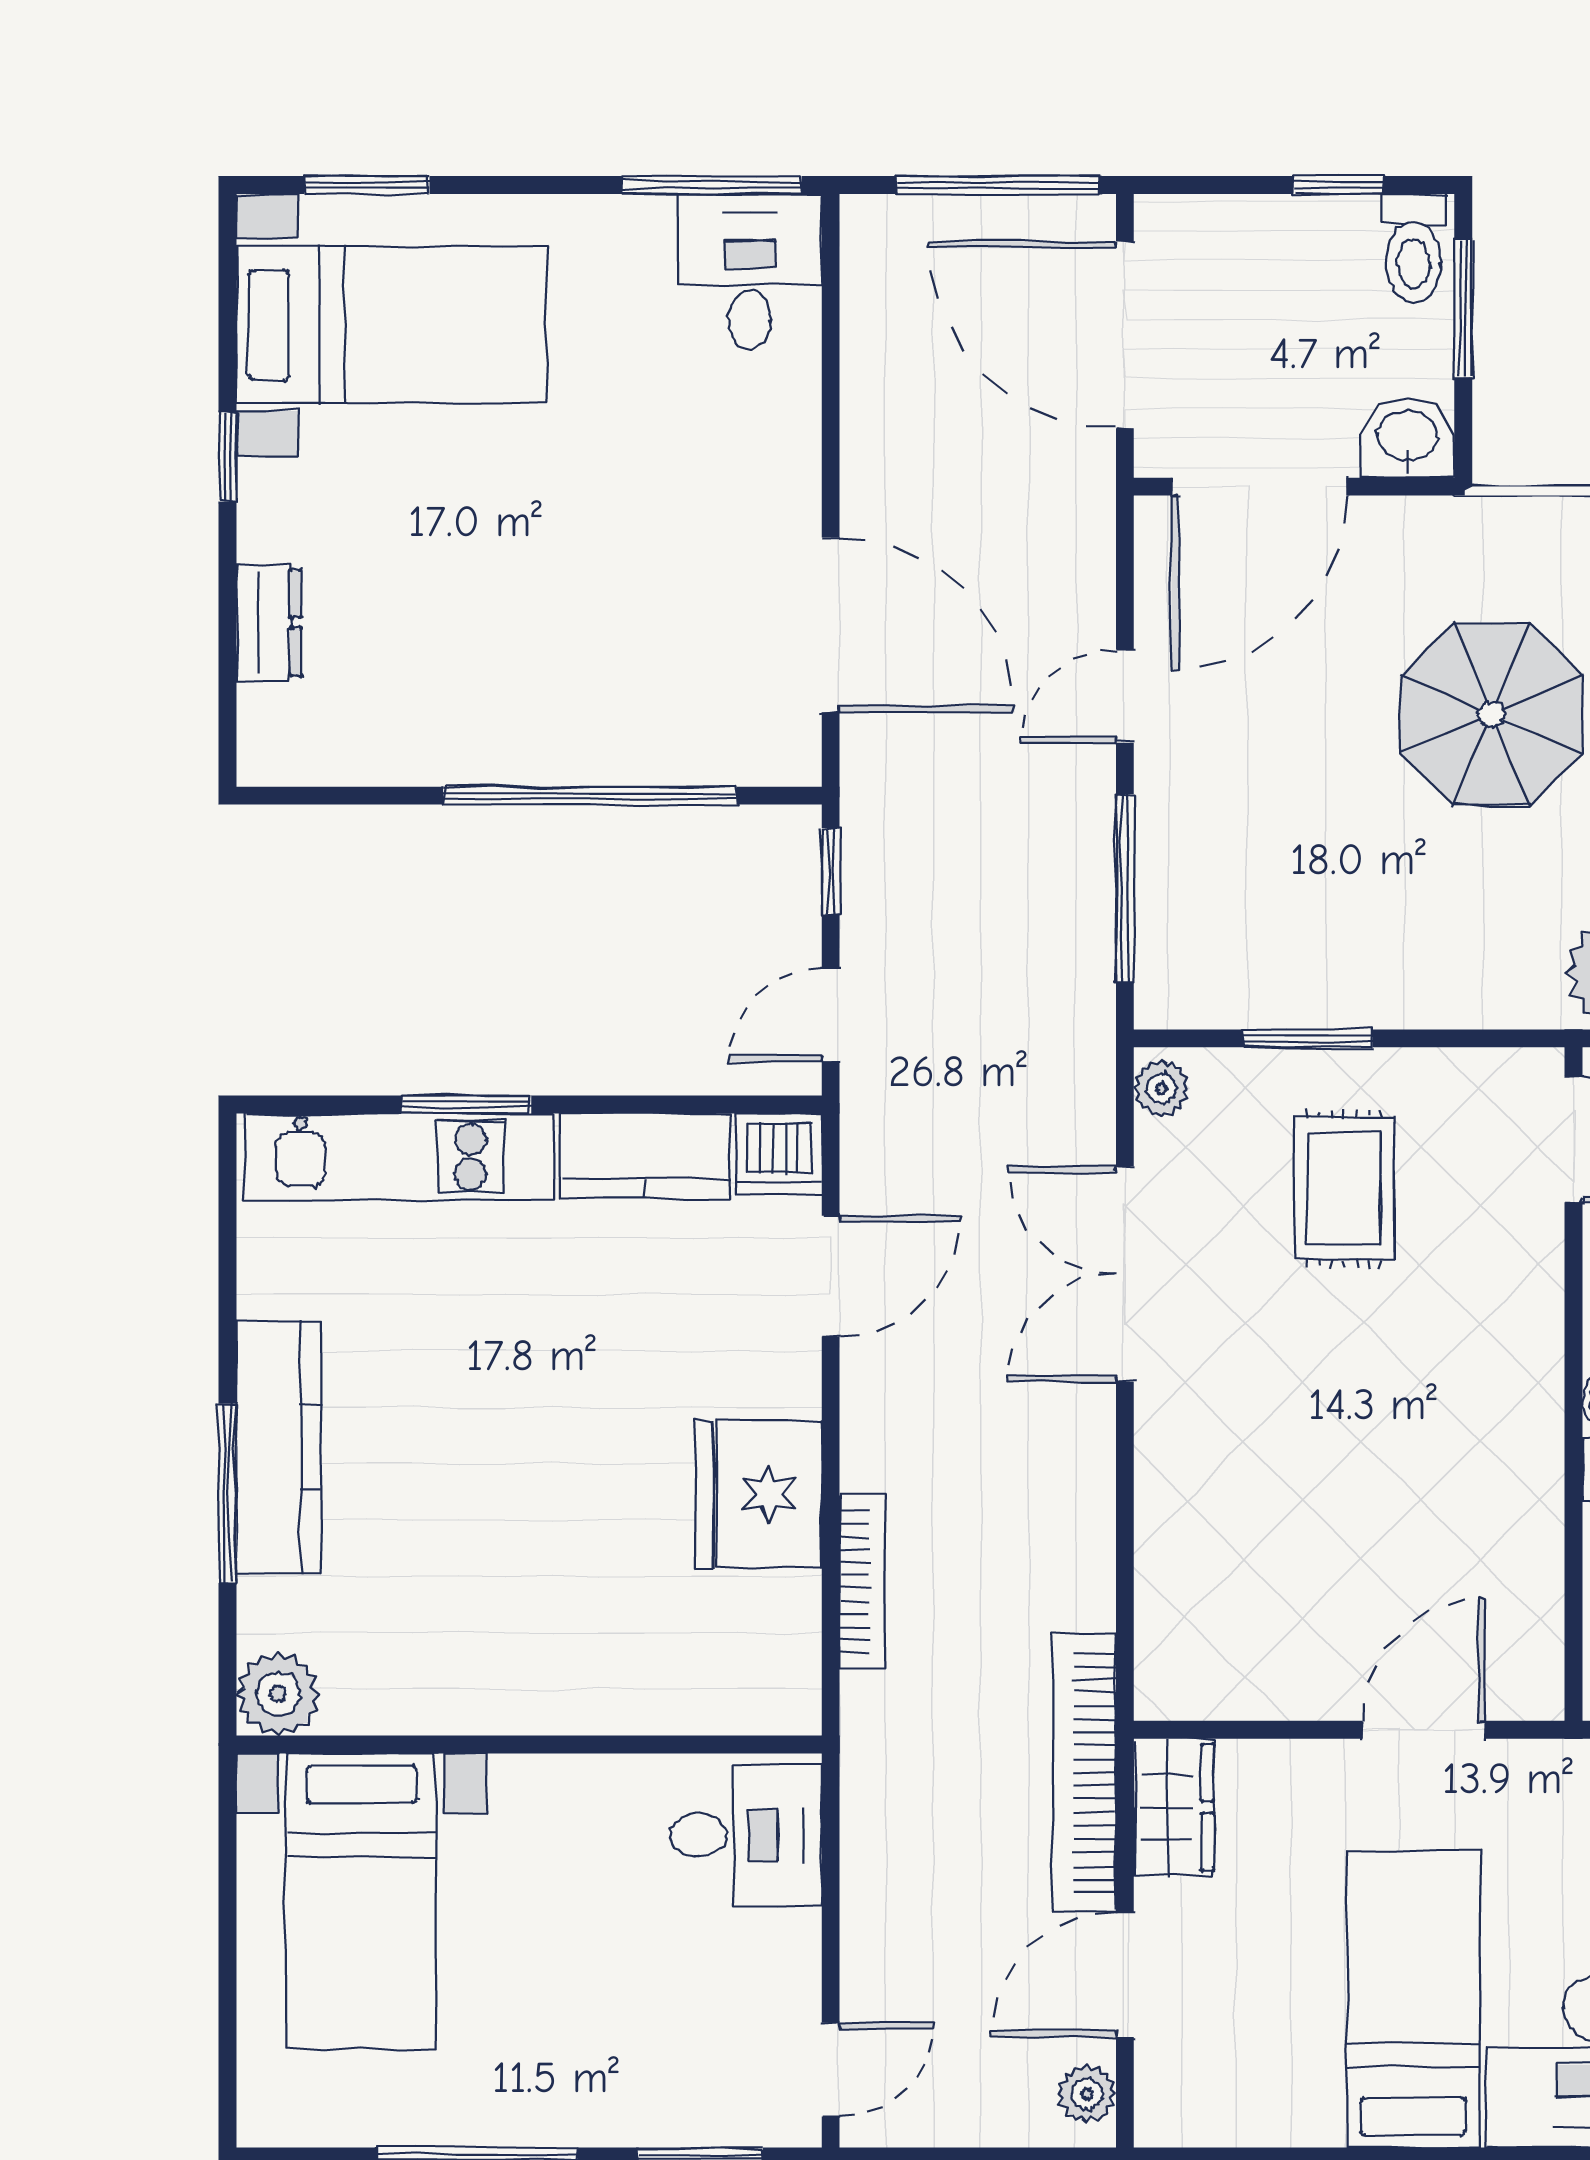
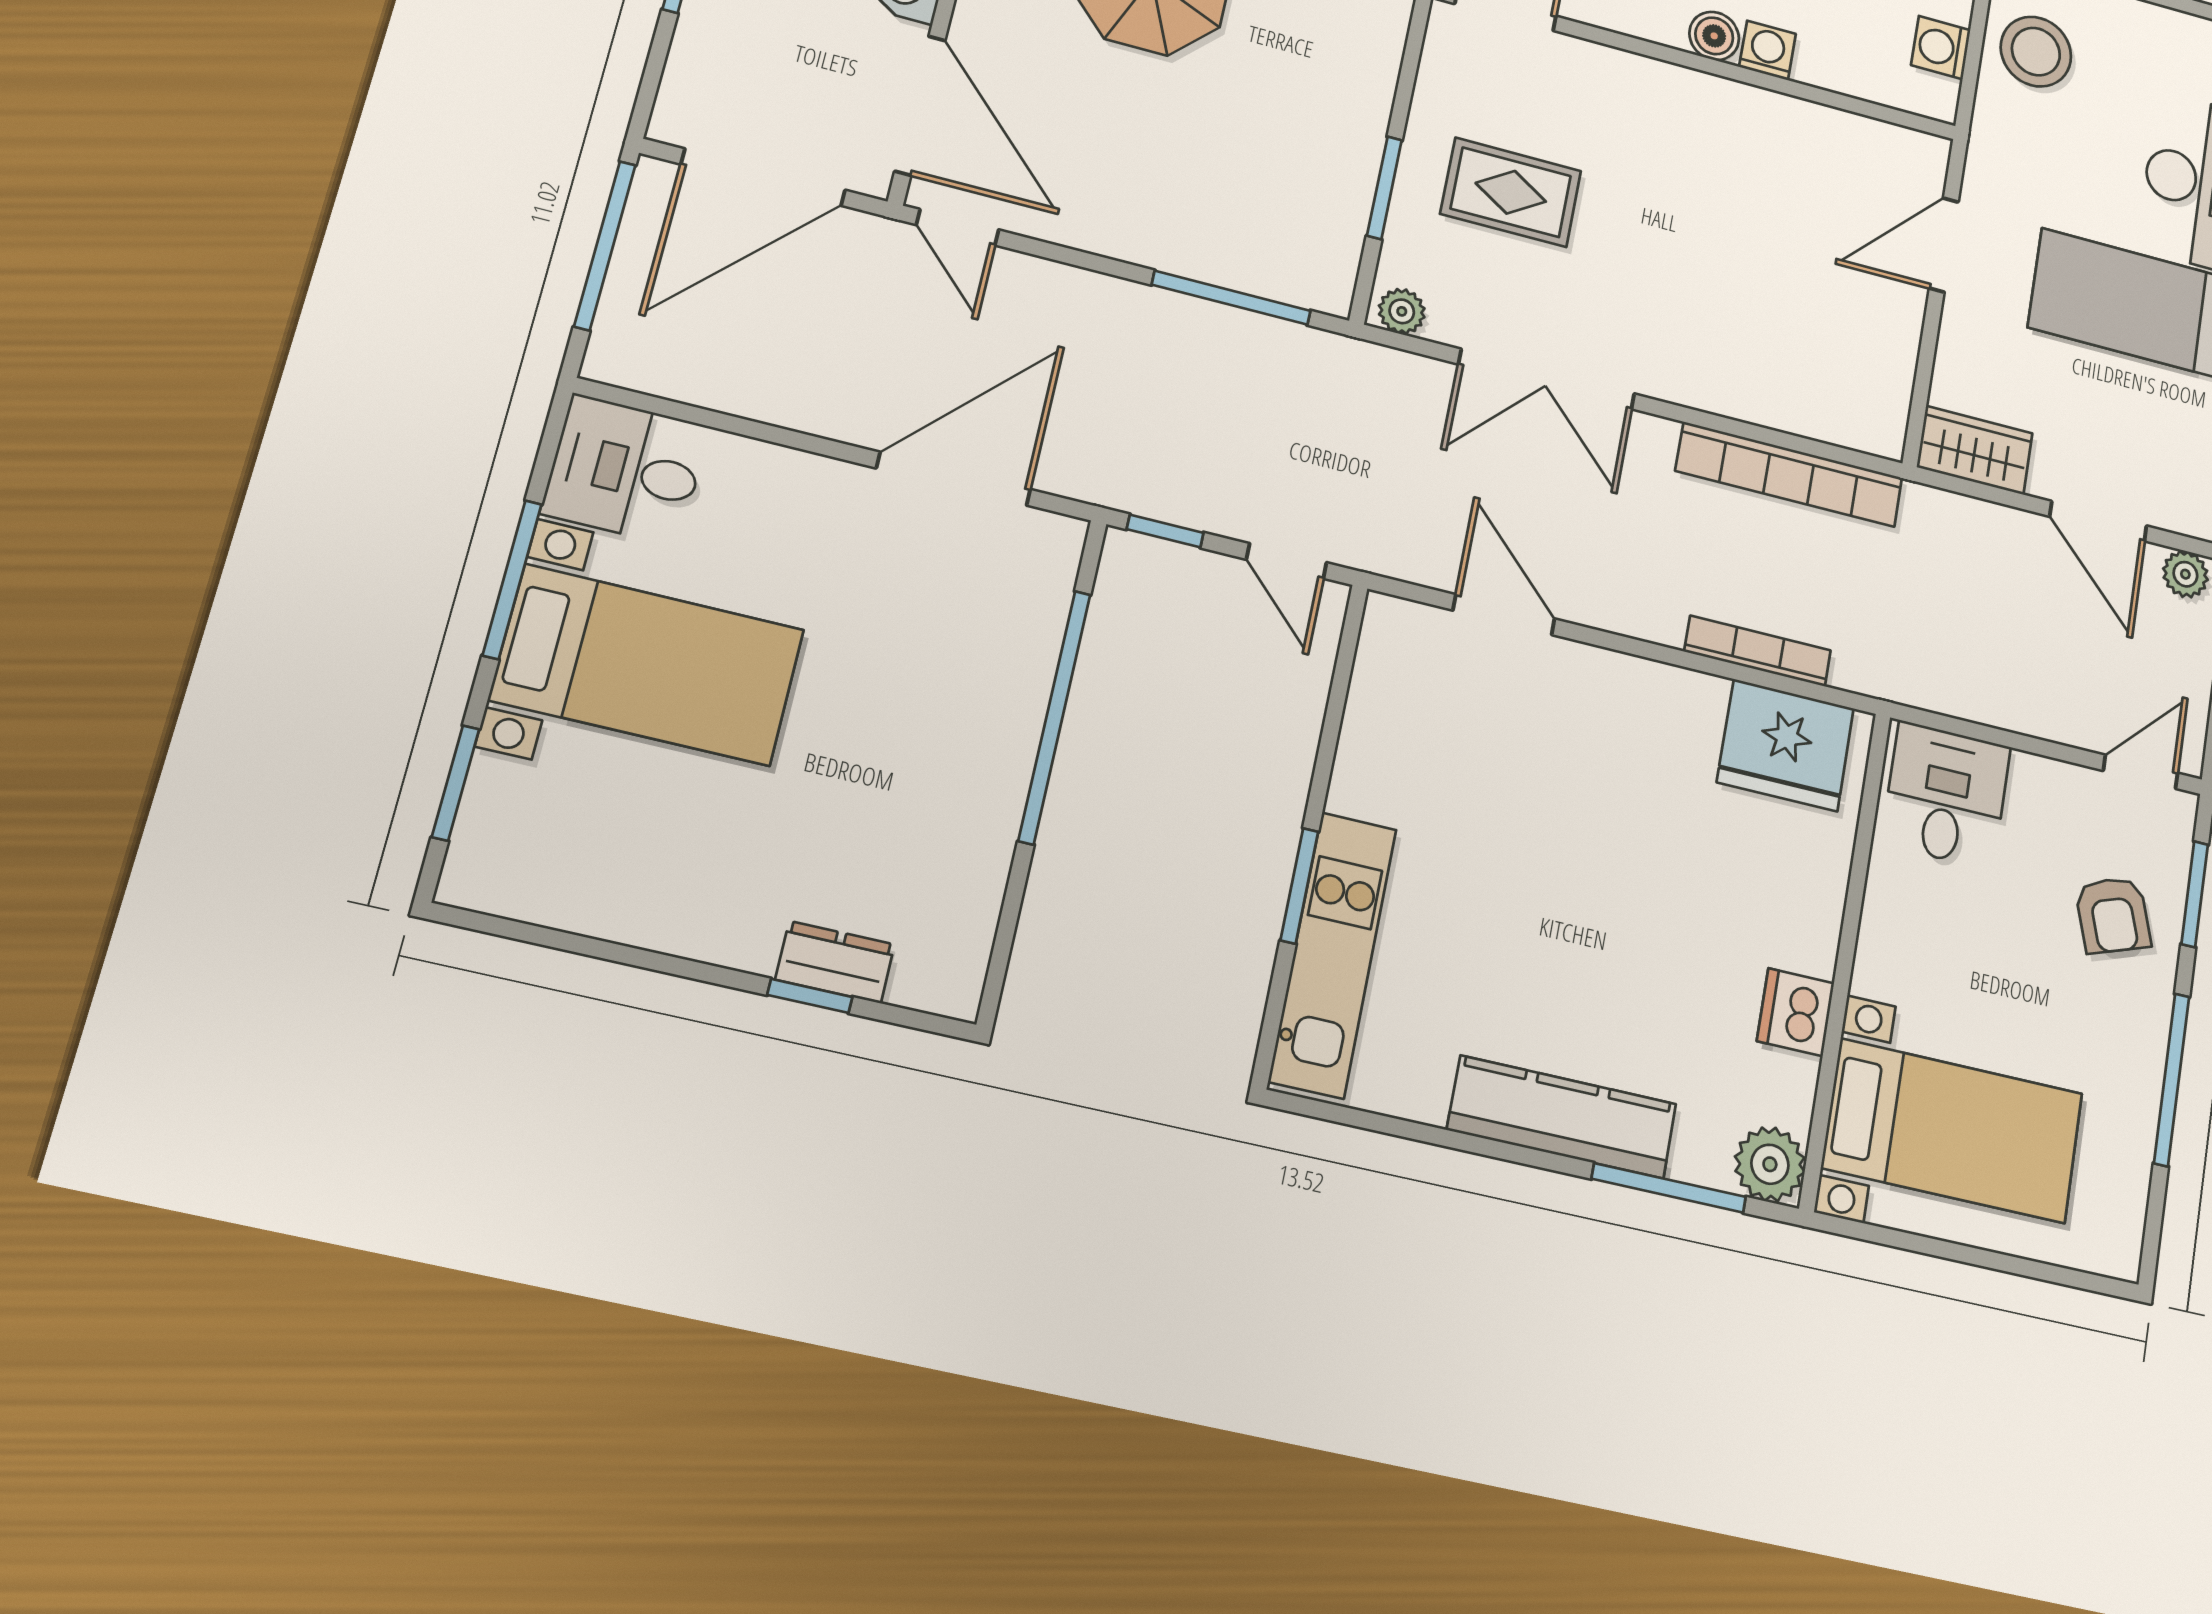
window: (712, 185) -> (512, 580), moved
bed with nightstands: (391, 325) -> (647, 665), moved, turned 90
window: (227, 457) -> (810, 996), moved
door: (1125, 696) -> (958, 227), moved
dishwasher: (779, 1153) -> (1796, 1012), moved, turned 180
kitchen counter: (645, 1156) -> (1374, 744), removed
window: (227, 1493) -> (1669, 1188), moved
fridge: (759, 1494) -> (1786, 745), moved
door: (1424, 1730) -> (1944, 245), hinge flipped
bookcase: (1085, 1773) -> (1789, 474), moved
armchair: (652, 2059) -> (2113, 915), added
door: (831, 2070) -> (2140, 772), hinge flipped

